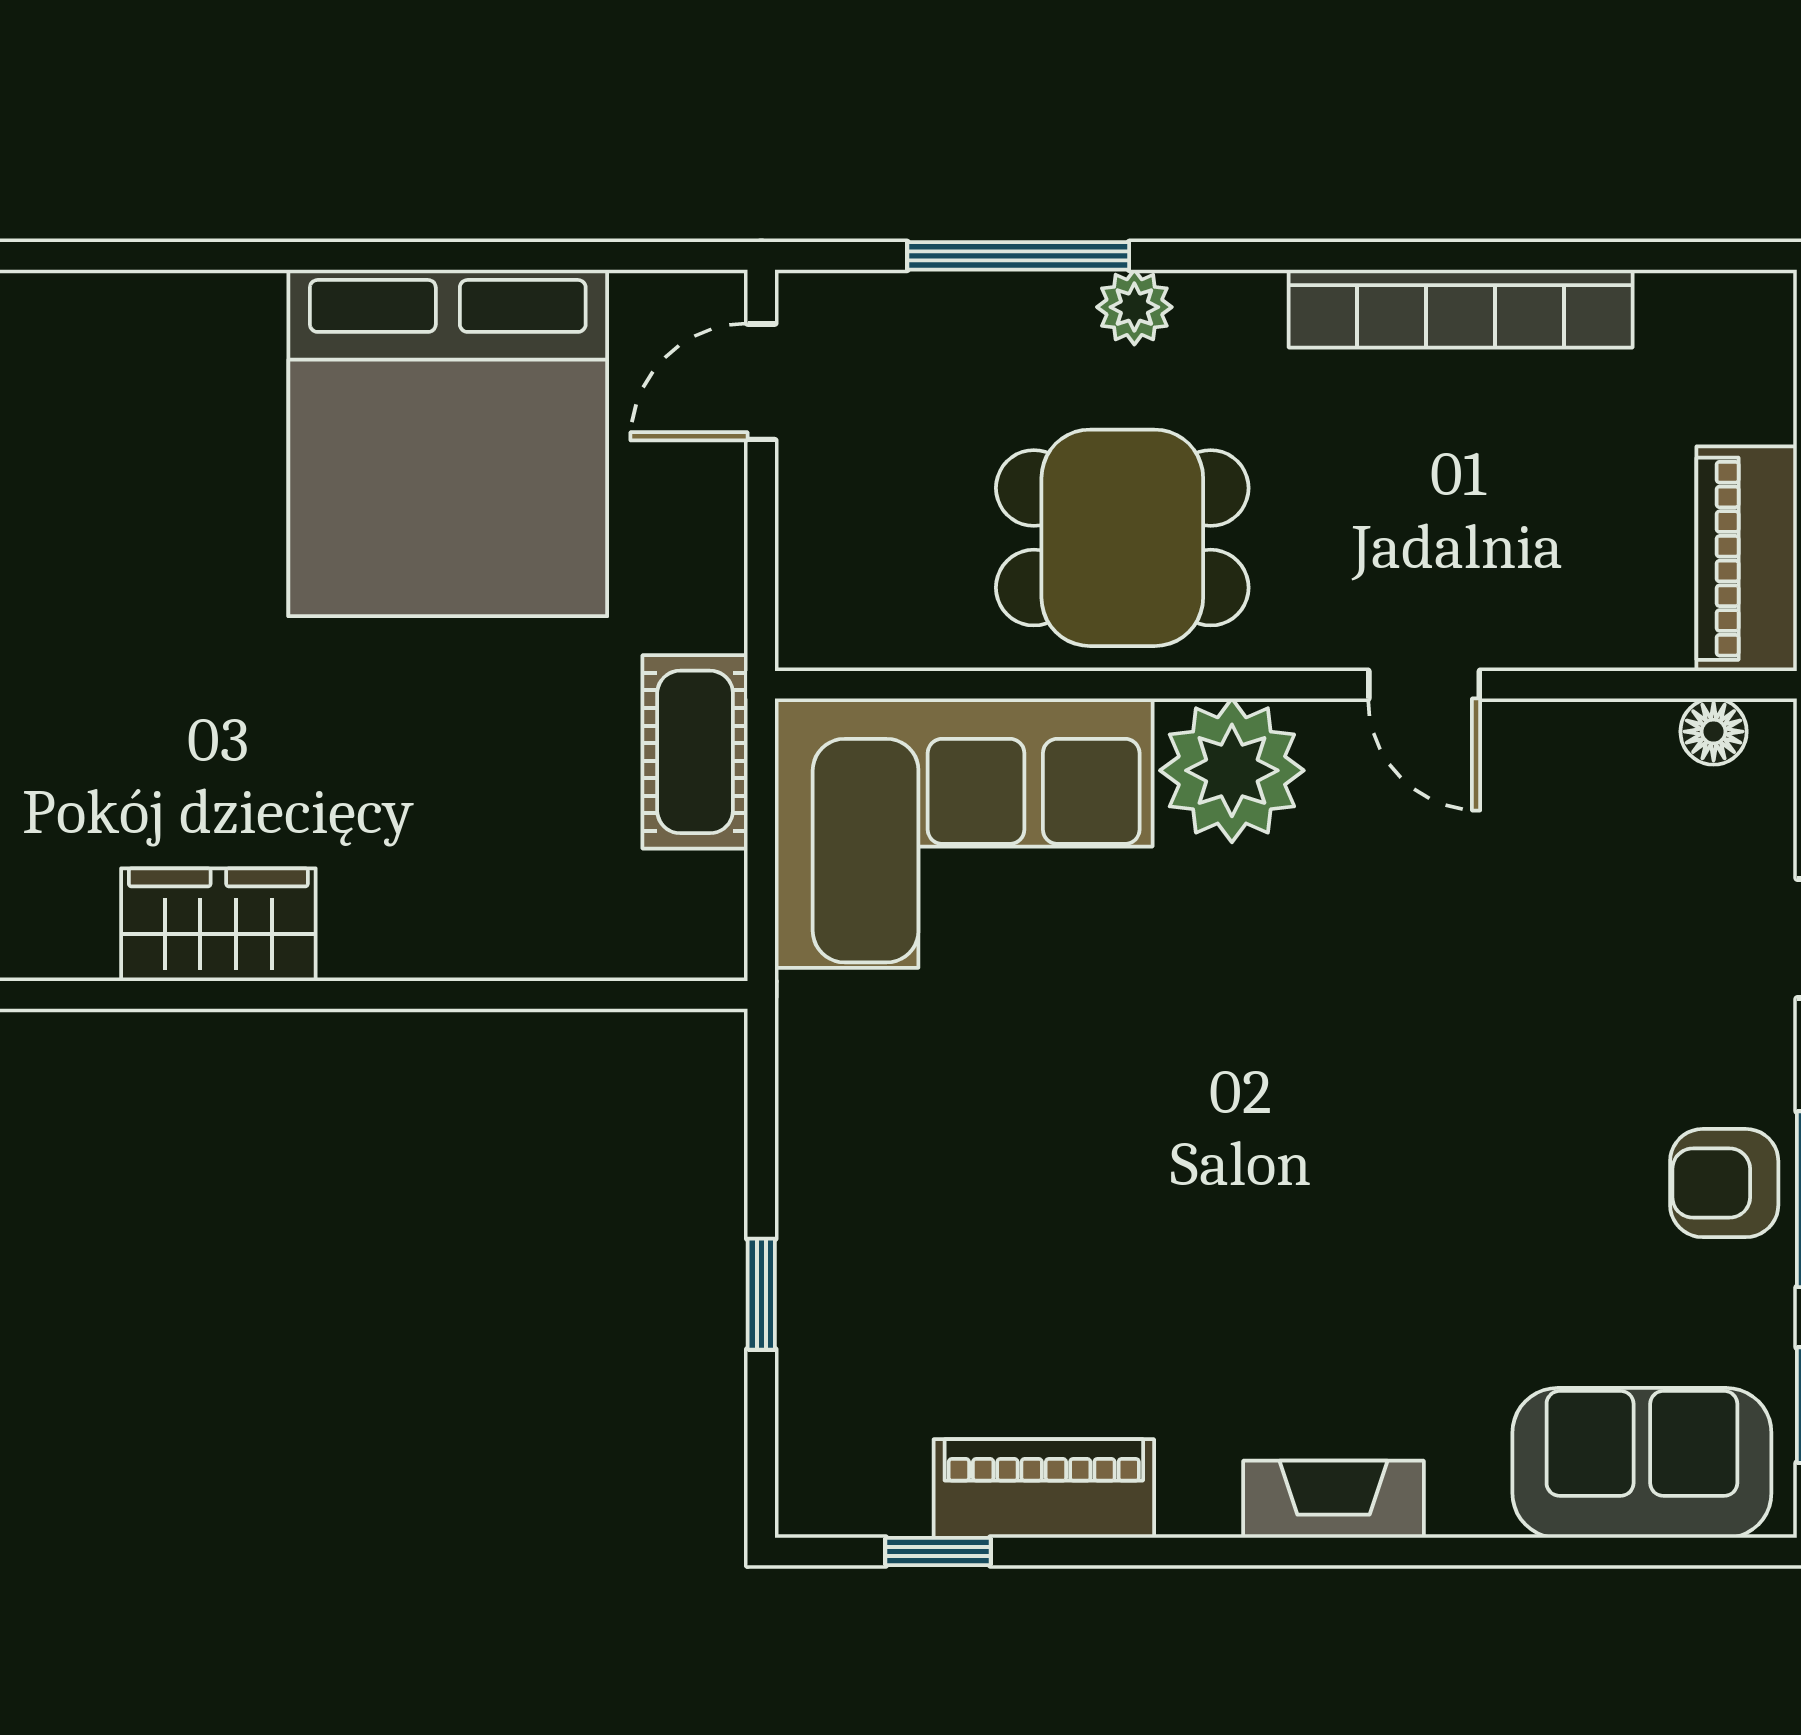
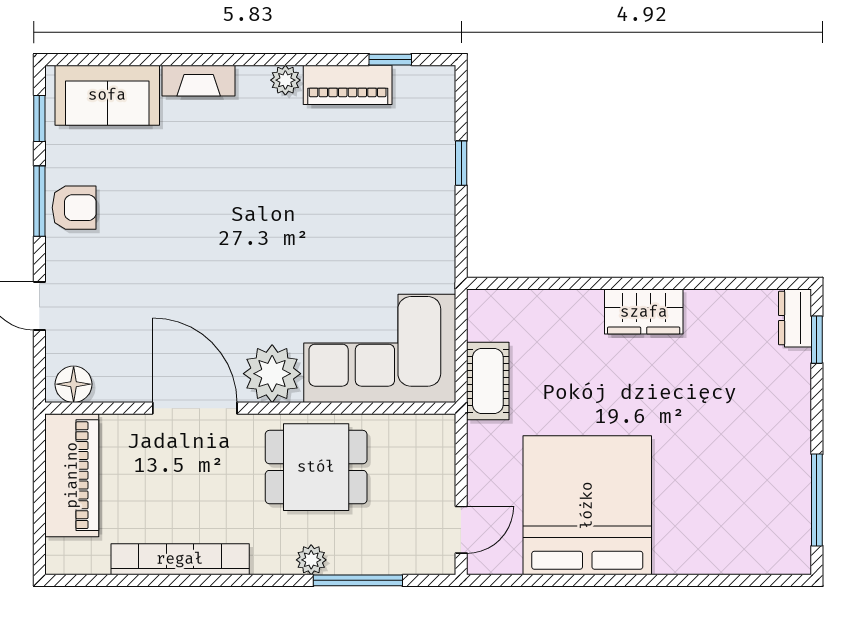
piano: (1747, 559) -> (72, 475), width x1.37, depth x1.33
door: (1424, 685) -> (195, 408), width x1.87
floor lamp: (1714, 732) -> (74, 384), width x1.37, depth x1.37
wardrobe: (218, 925) -> (644, 312), moved
fireplace: (1333, 1499) -> (199, 81), moved
plant: (1199, 1501) -> (285, 80), added

